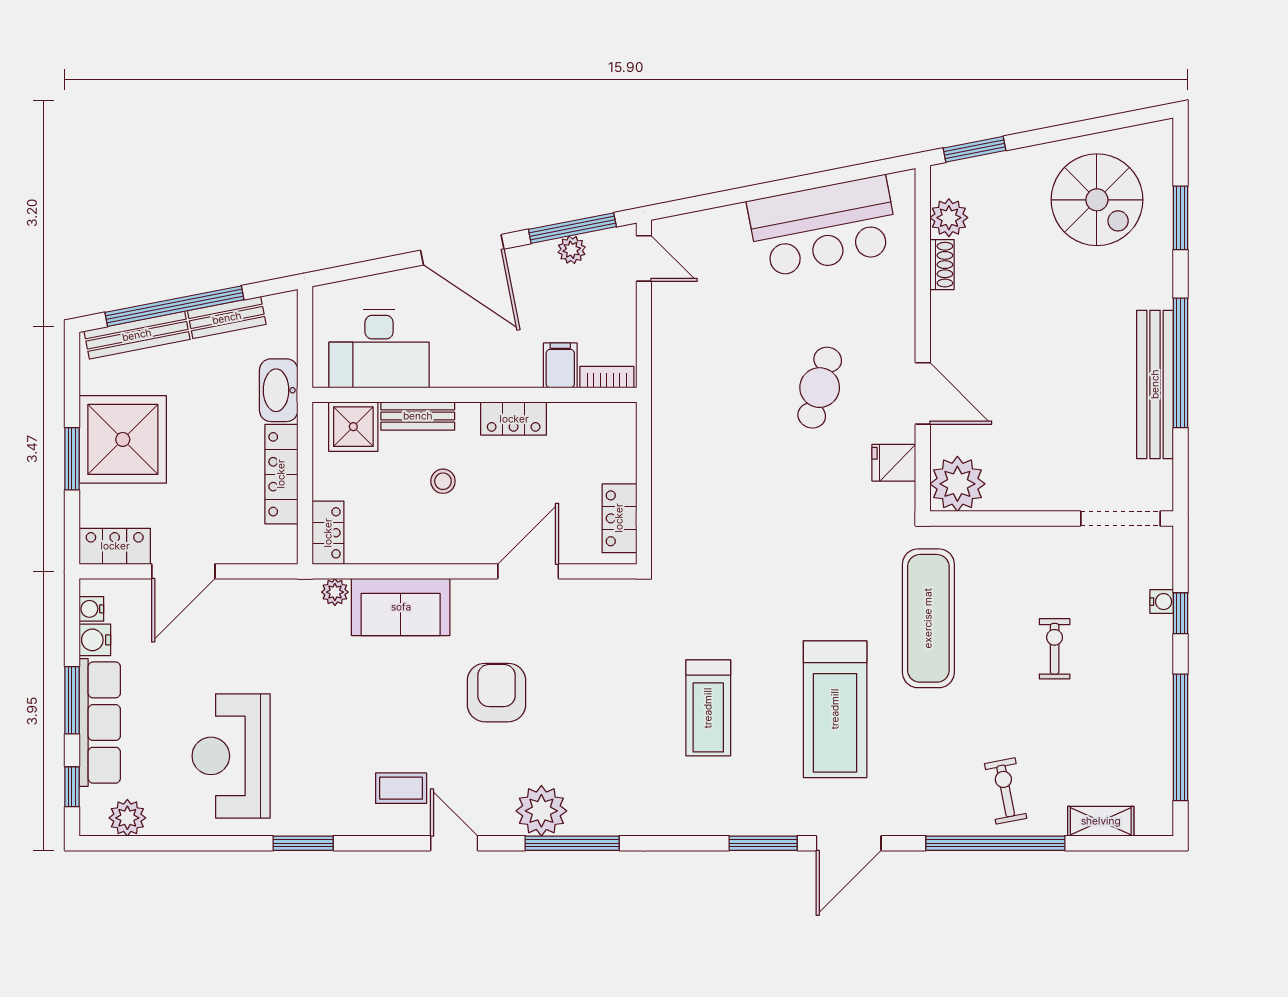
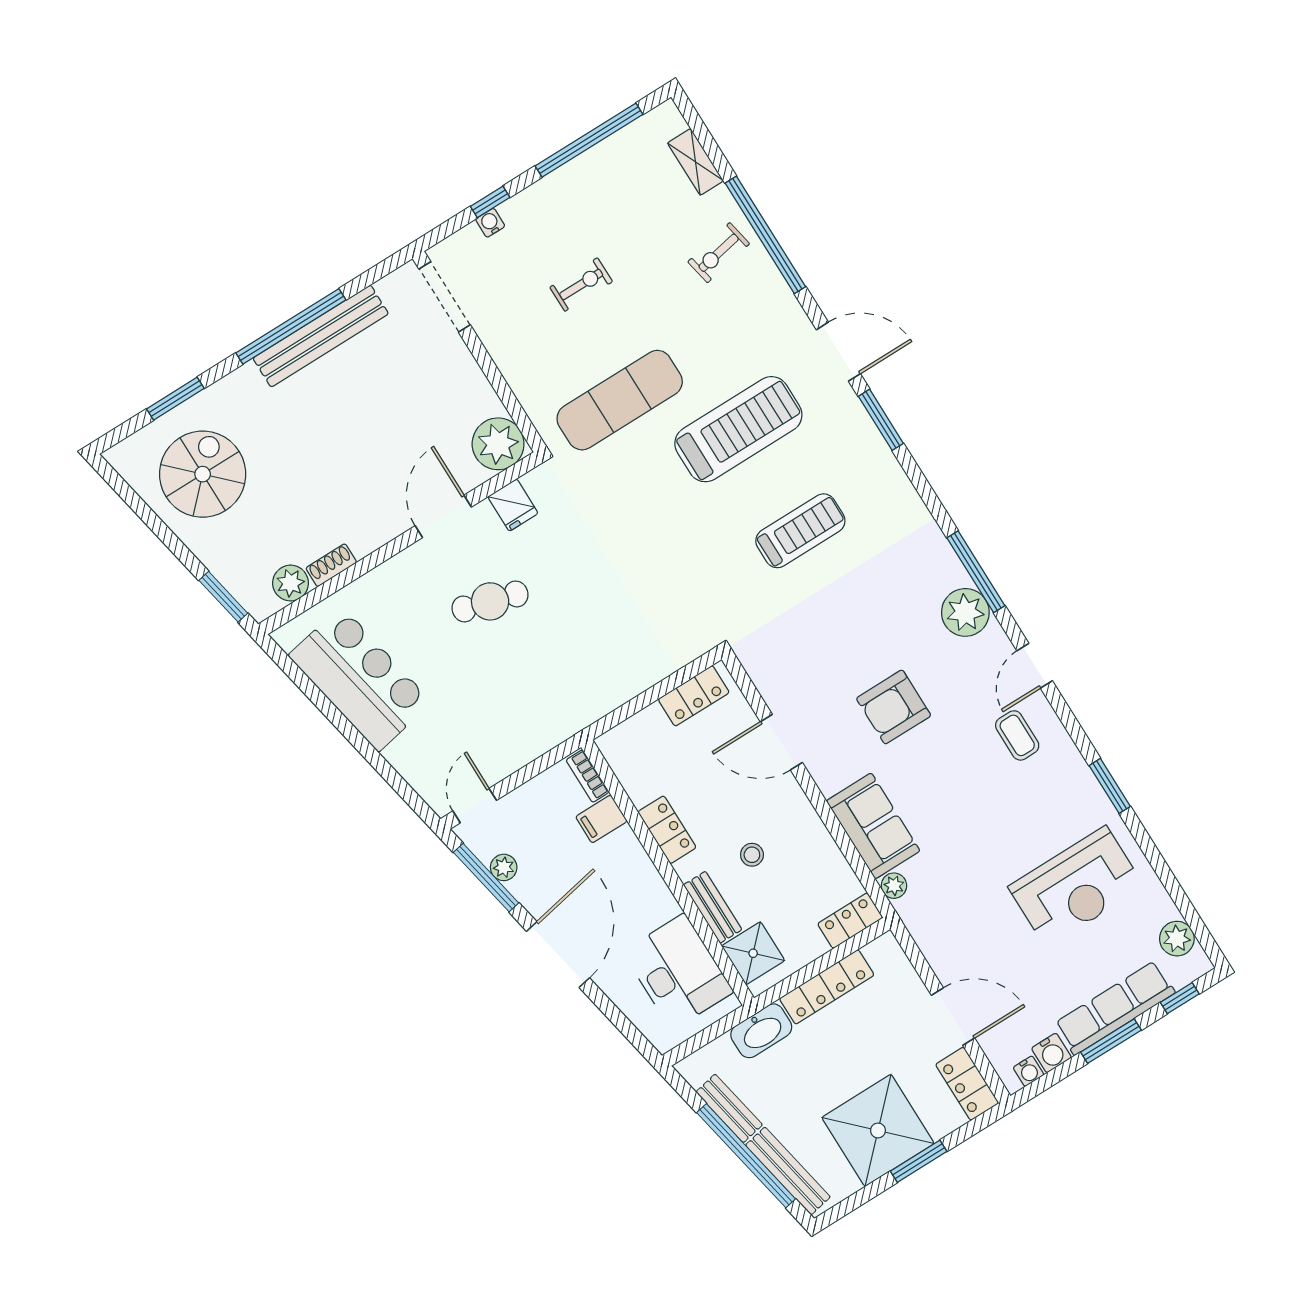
exercise bike: (1055, 649) -> (581, 284), turned 180

